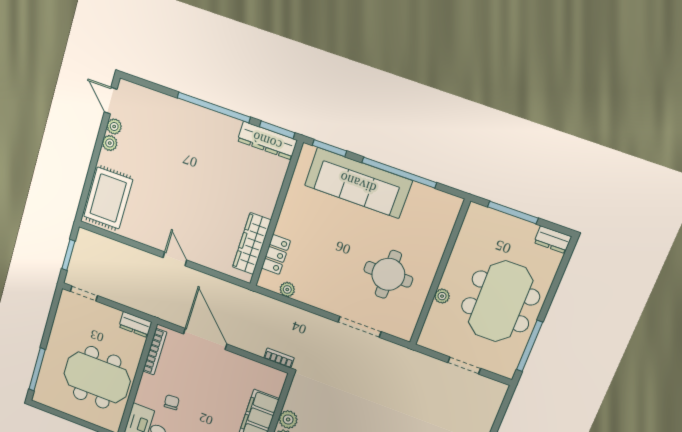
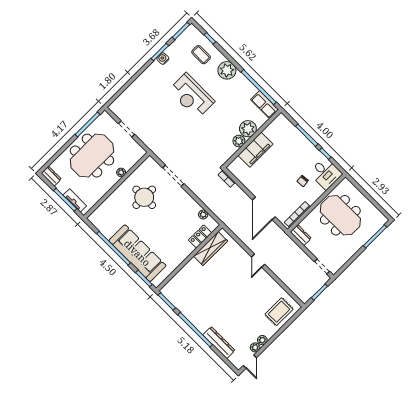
dresser: (267, 141) -> (219, 343), moved
rug: (108, 198) -> (279, 312), width x0.73, depth x0.70
tv unit: (496, 219) -> (75, 200), added

